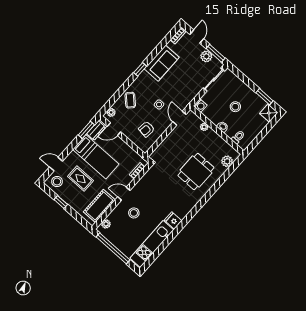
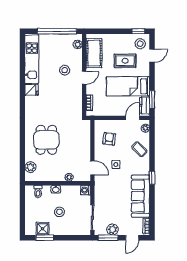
door: (197, 37) -> (132, 238), hinge flipped
sofa: (162, 63) -> (140, 196), width x1.36
shower: (269, 113) -> (43, 229), moved
window: (61, 202) -> (138, 31), moved

